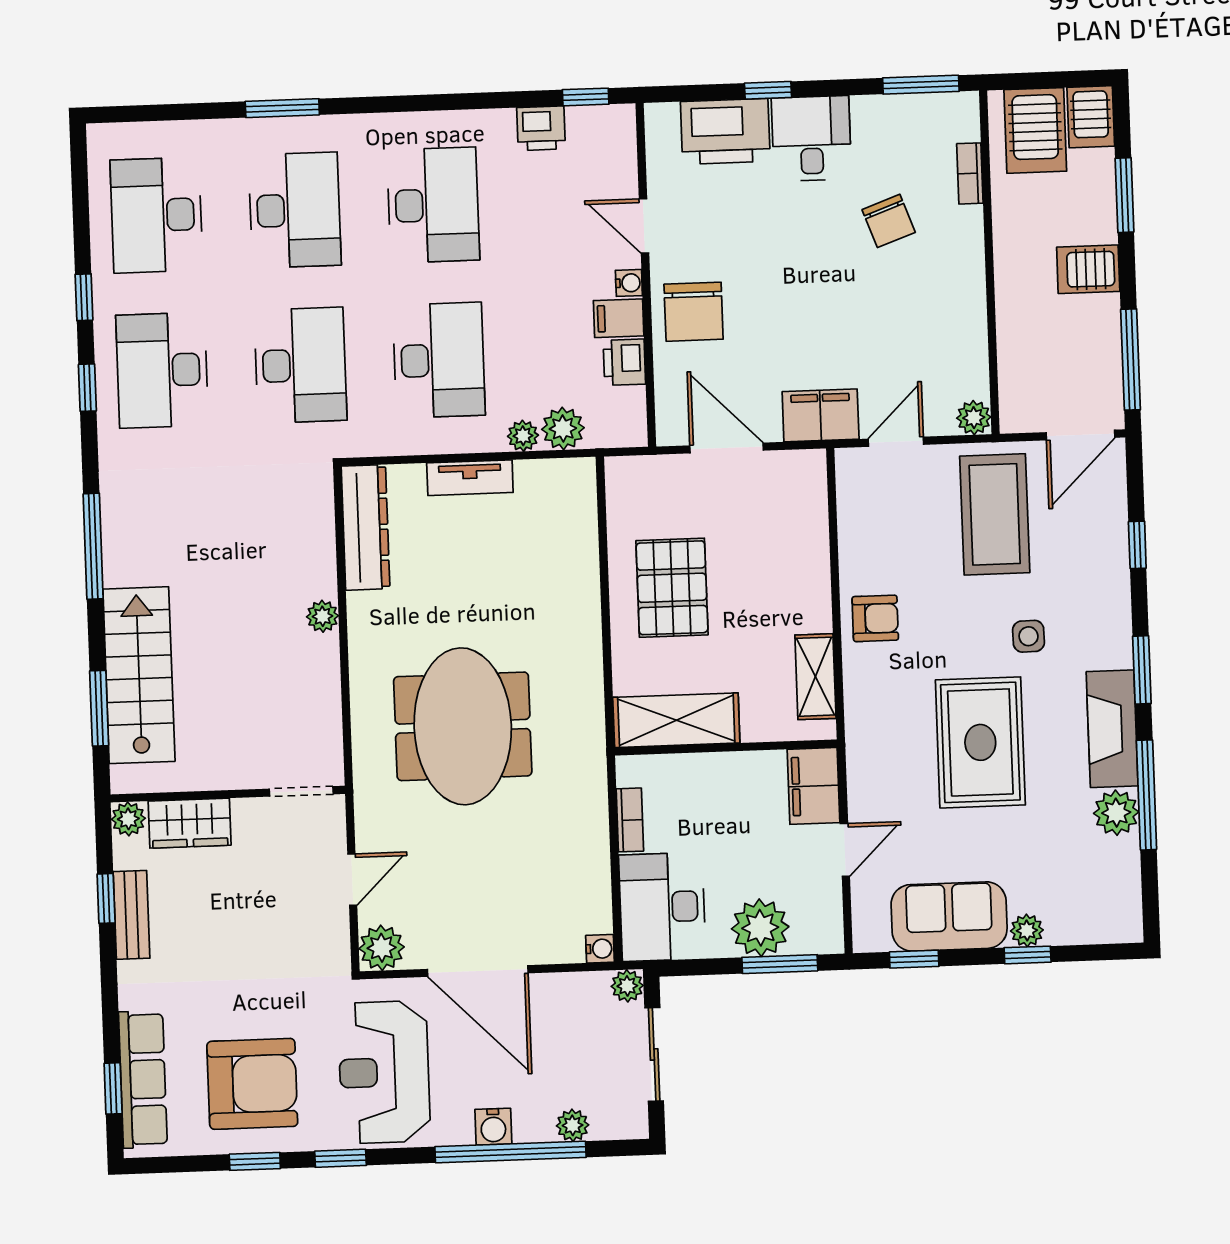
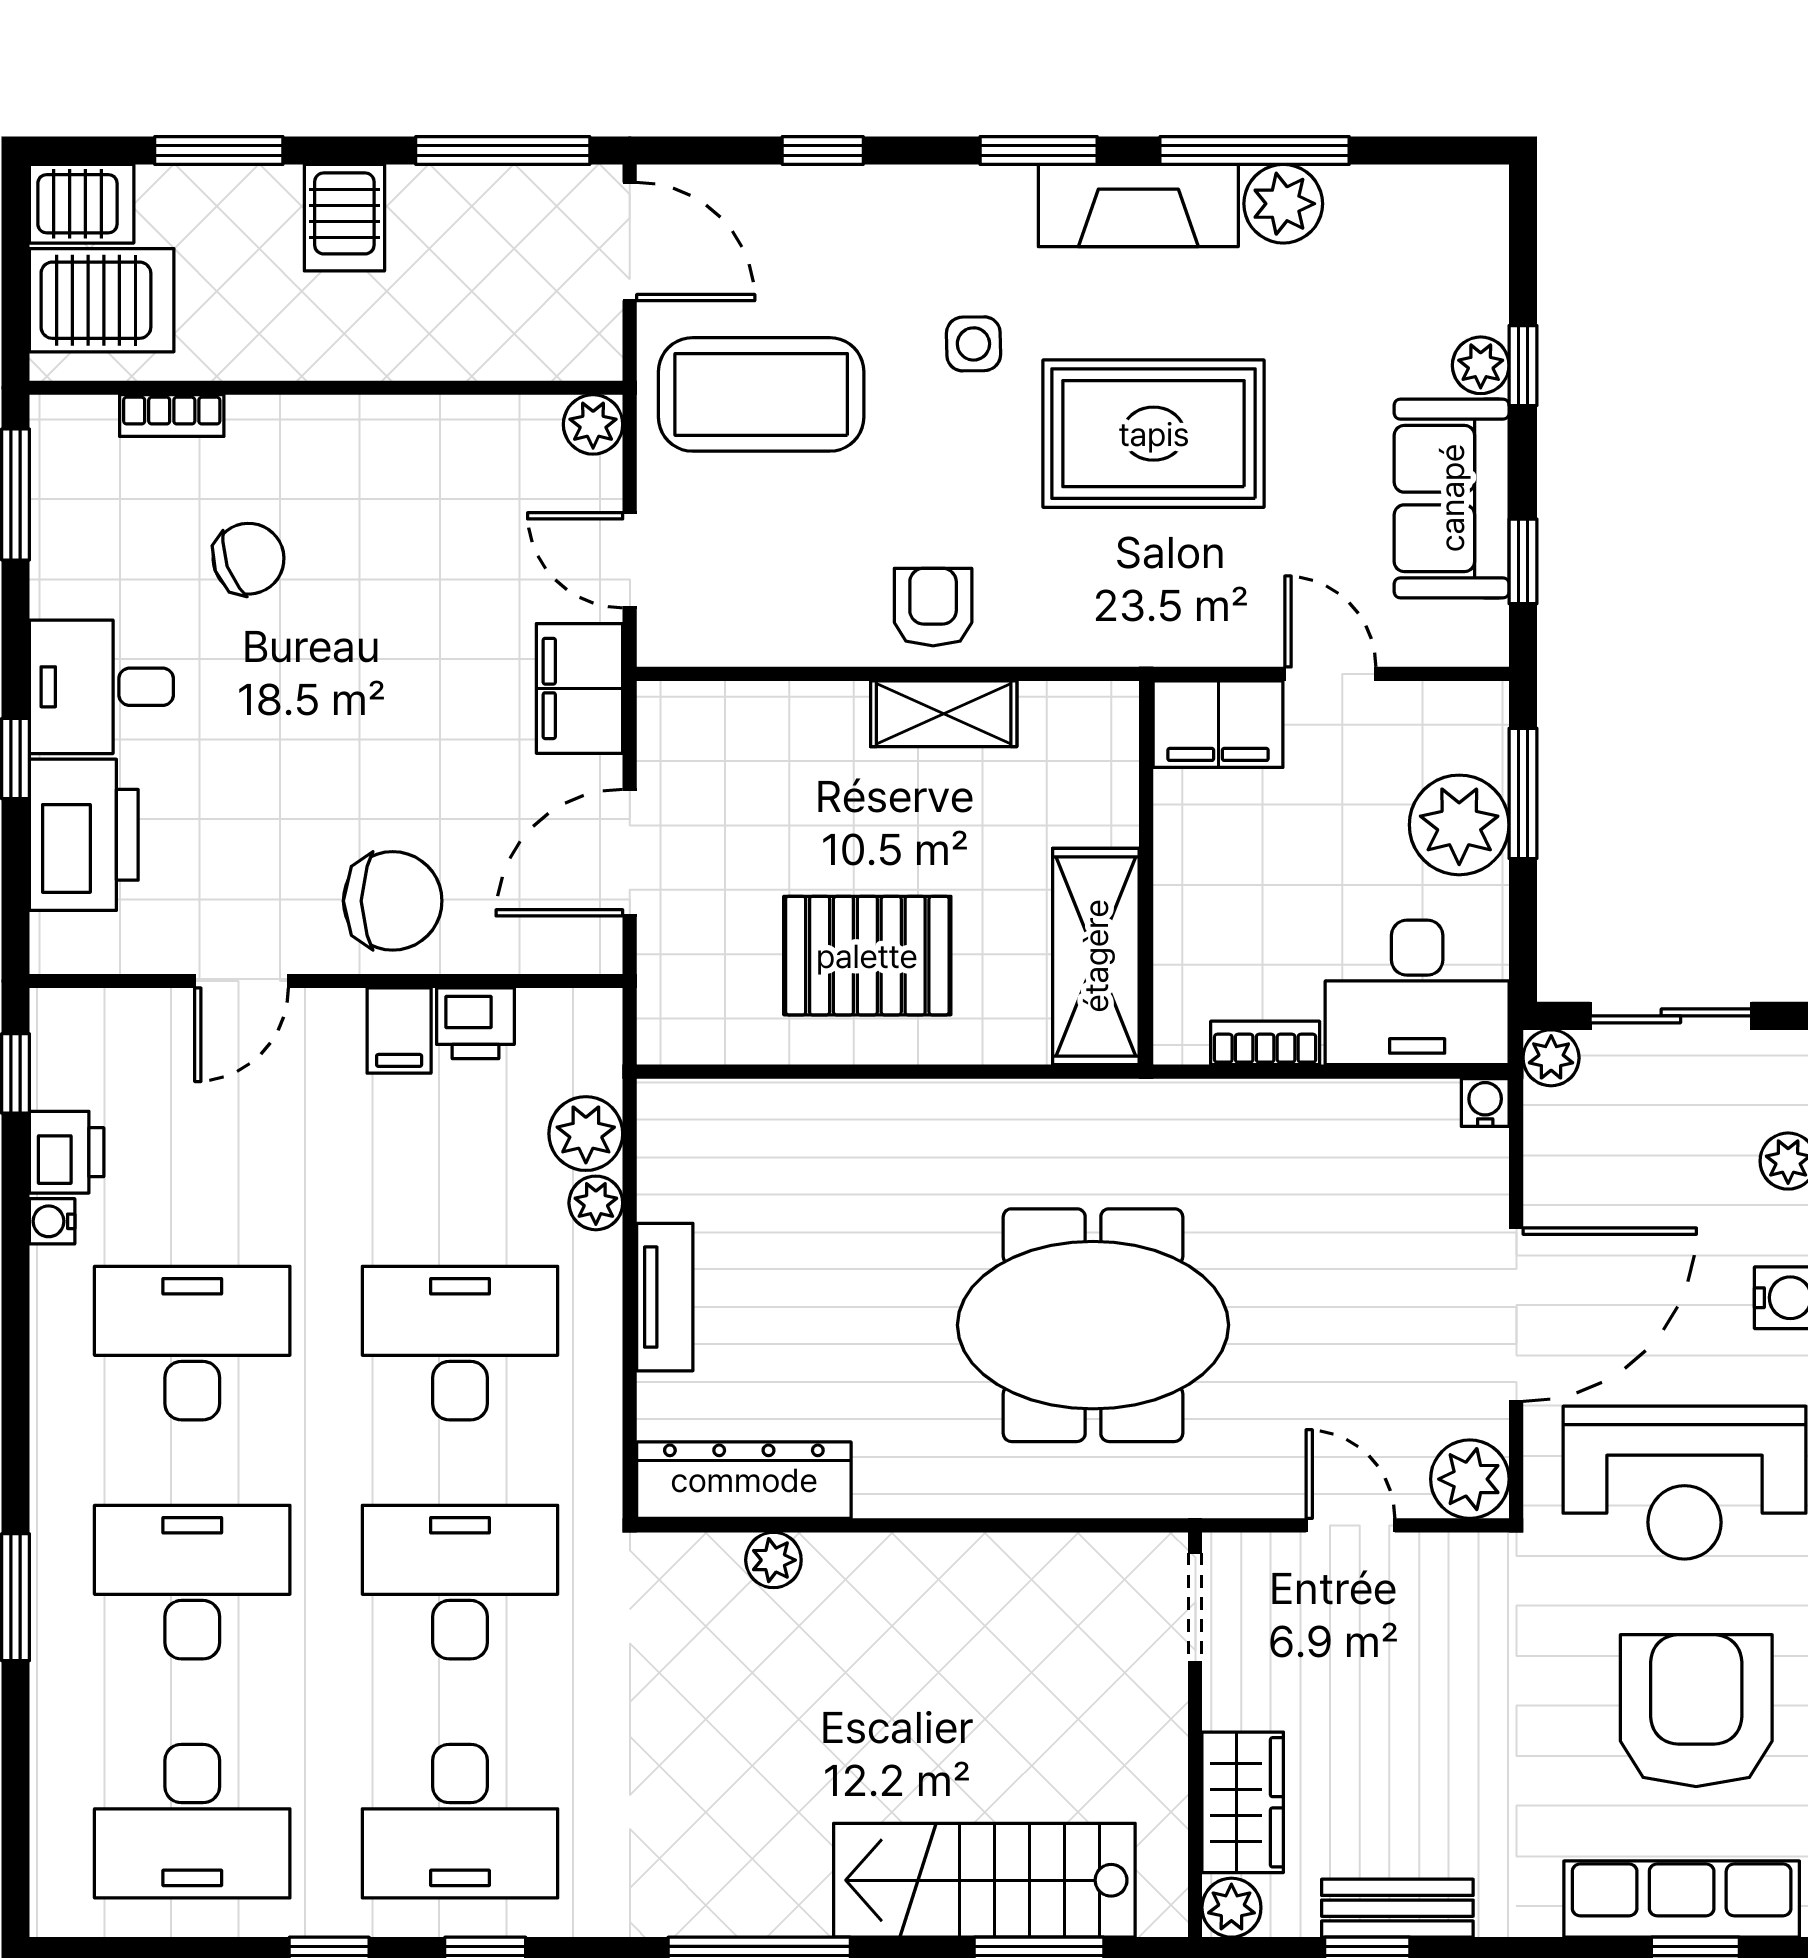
water cooler: (629, 283) -> (52, 1221), moved, turned -90
plant: (322, 616) -> (773, 1560), moved
shelving: (815, 677) -> (944, 714), moved

